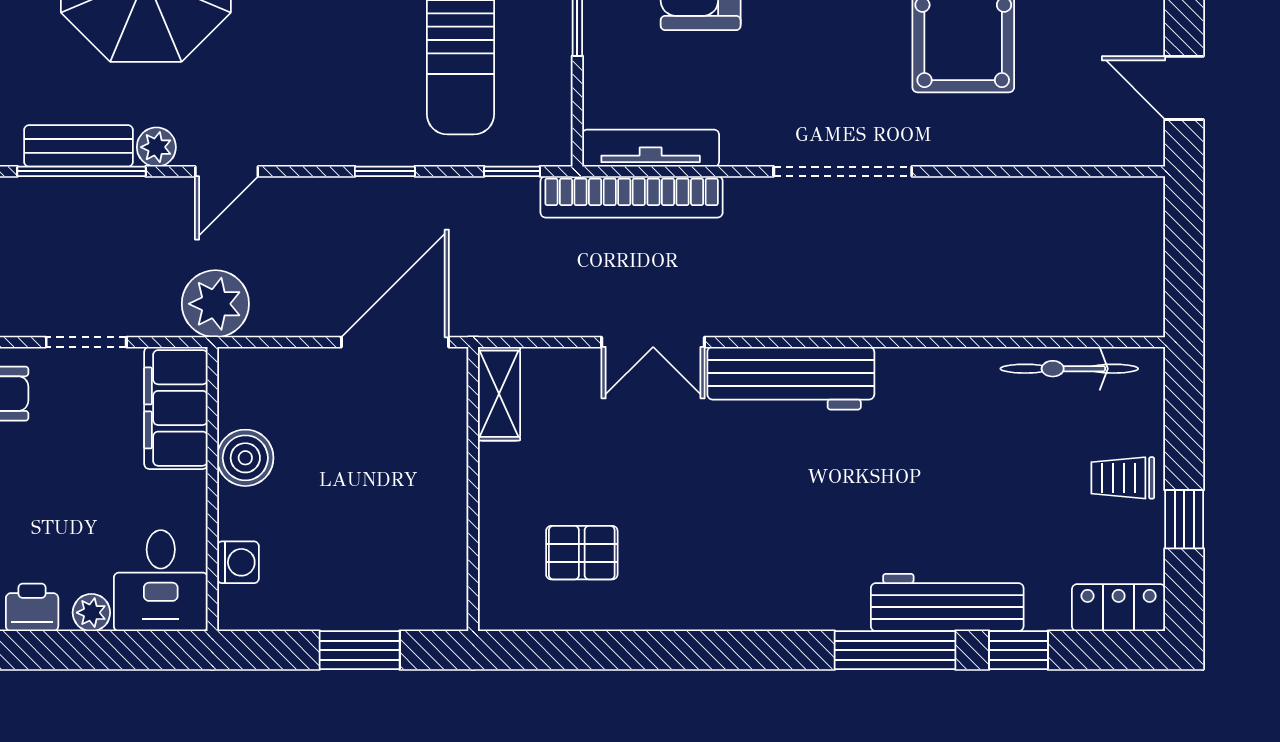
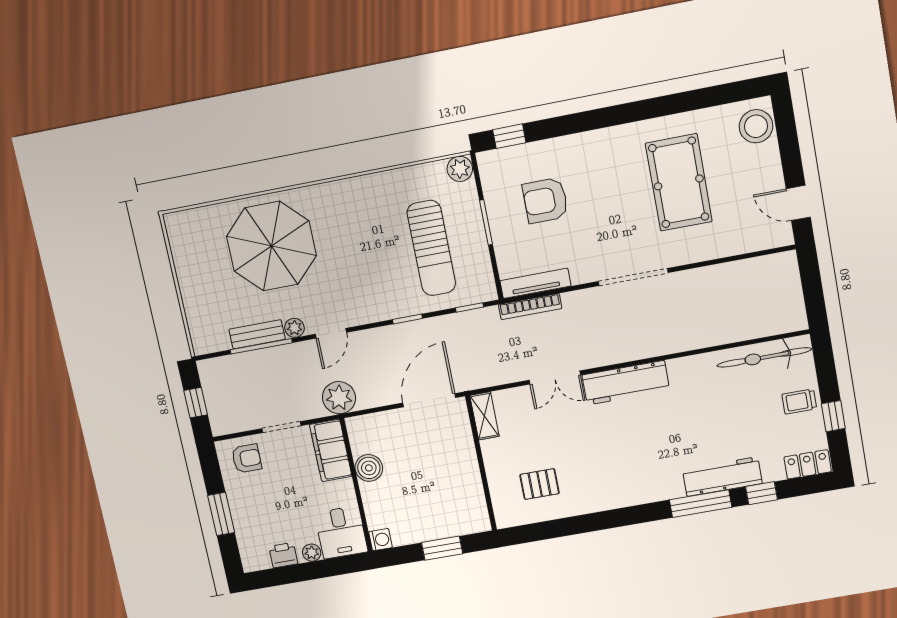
bookcase: (632, 197) -> (530, 307), width x0.68, depth x0.76
bicycle: (1069, 369) -> (764, 357), width x1.37, depth x1.40
washing machine: (238, 562) -> (381, 540), moved

